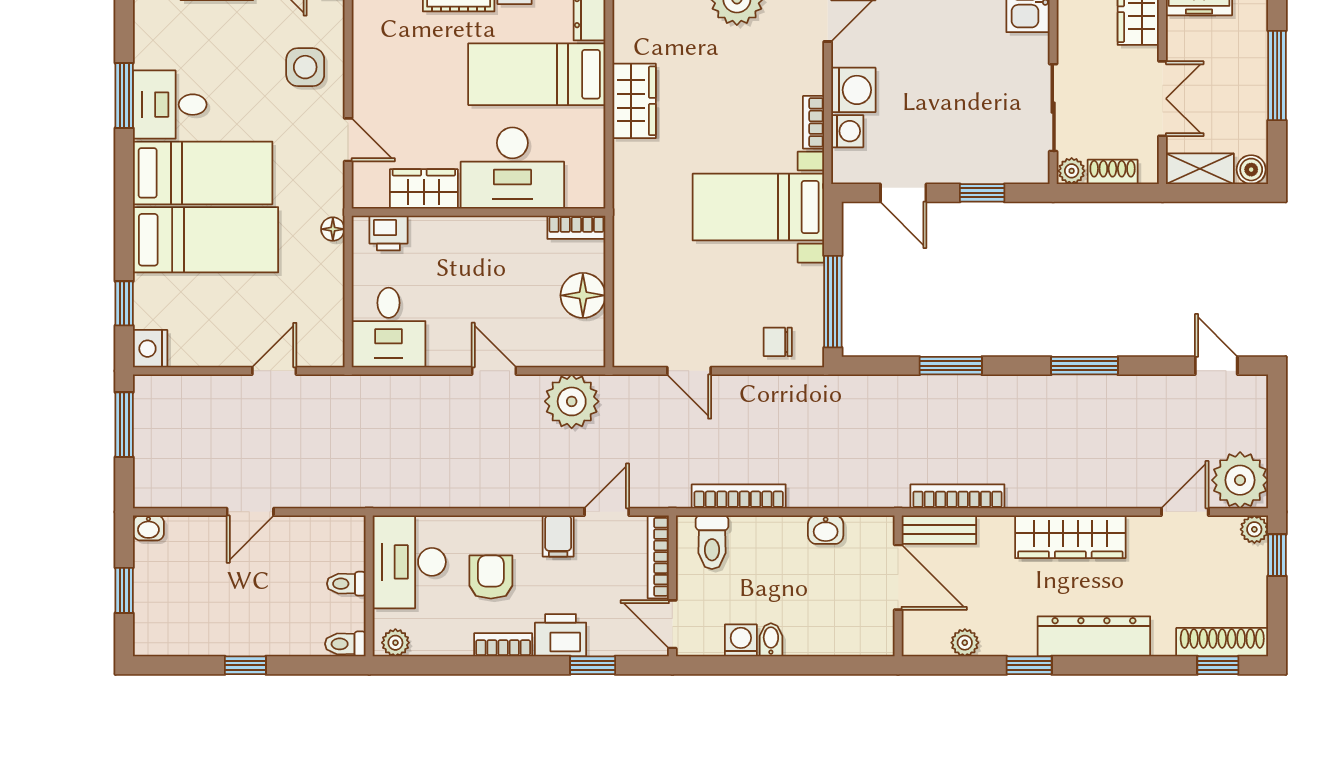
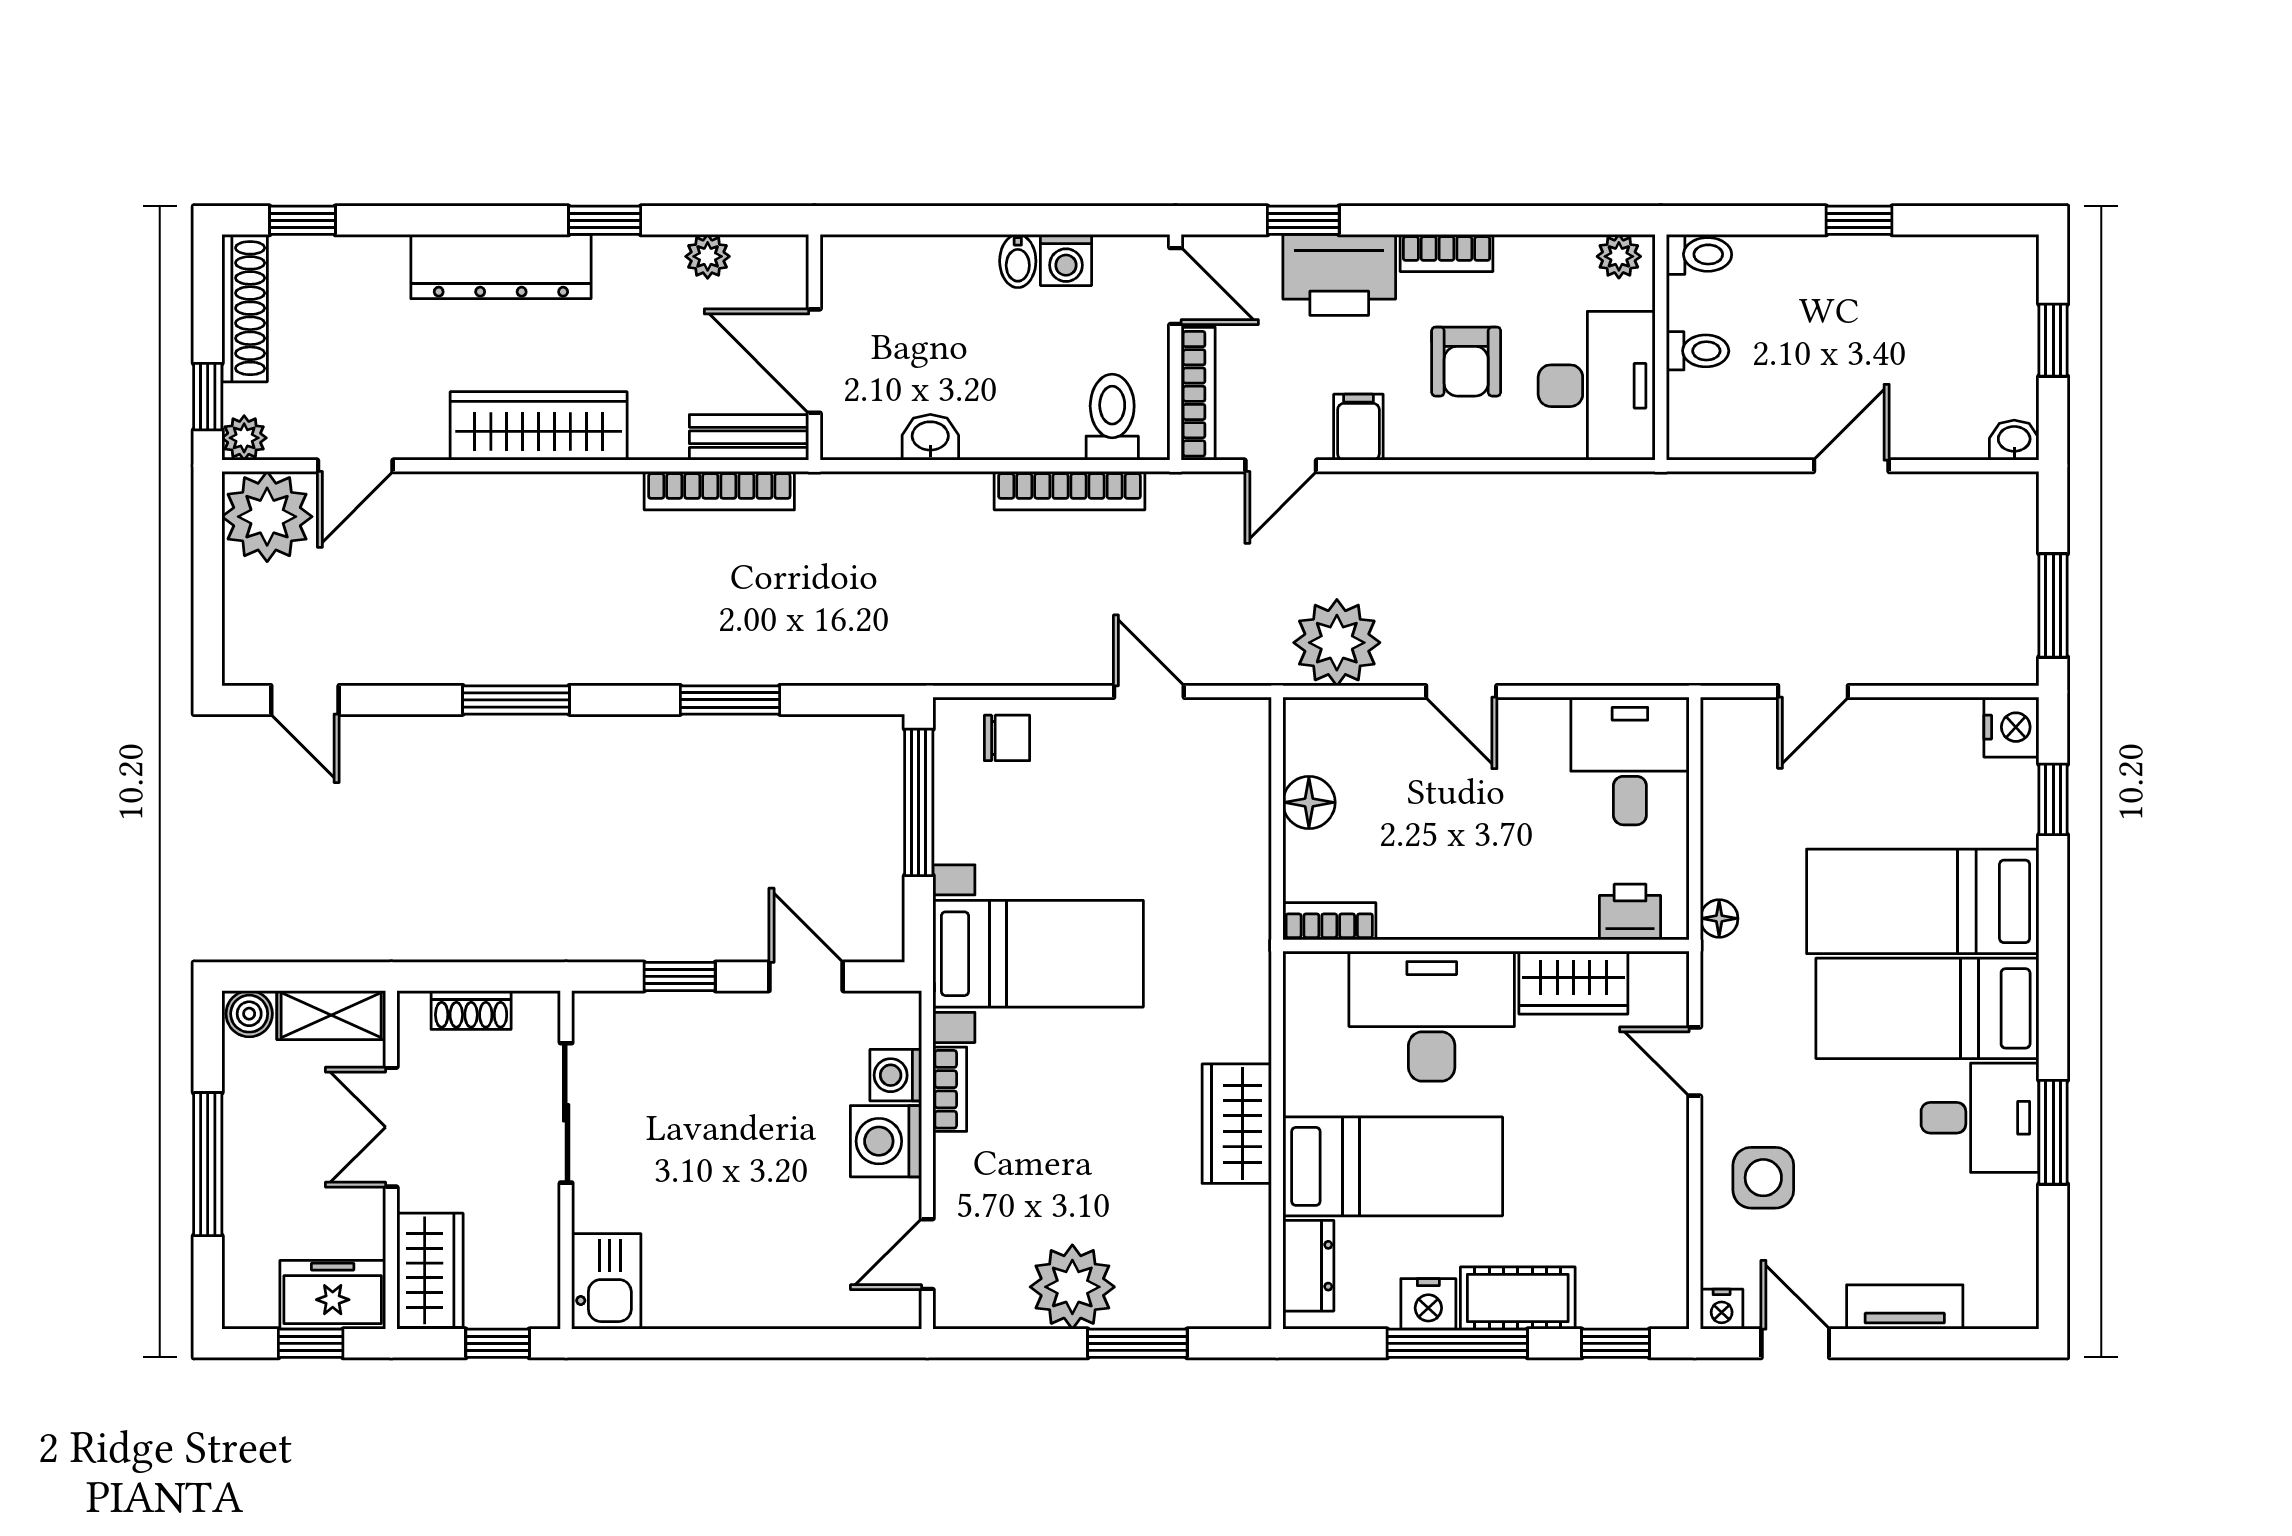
plant: (1072, 171) -> (537, 1012), removed
floor lamp: (583, 295) -> (1309, 802), width x0.73, depth x0.73
printer: (561, 635) -> (1339, 275), width x1.37, depth x1.19
shoe rack: (1222, 642) -> (245, 308), moved, turned -90

